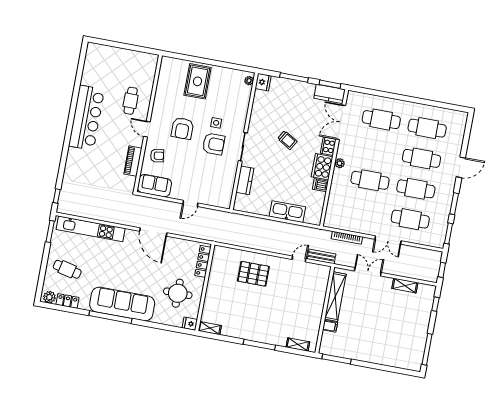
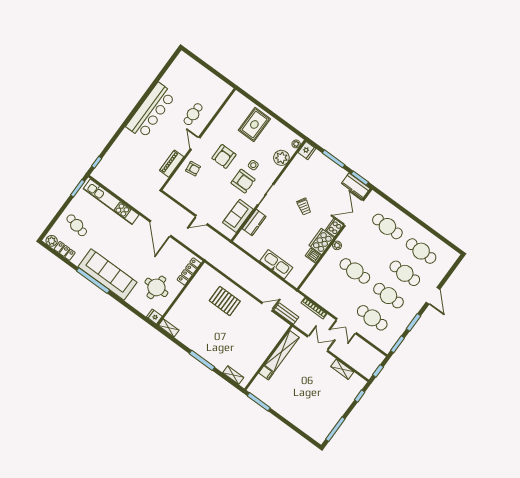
plant: (241, 102) -> (281, 158), added
door: (461, 167) -> (433, 296), hinge flipped
sofa: (154, 186) -> (238, 216), moved, turned -90

